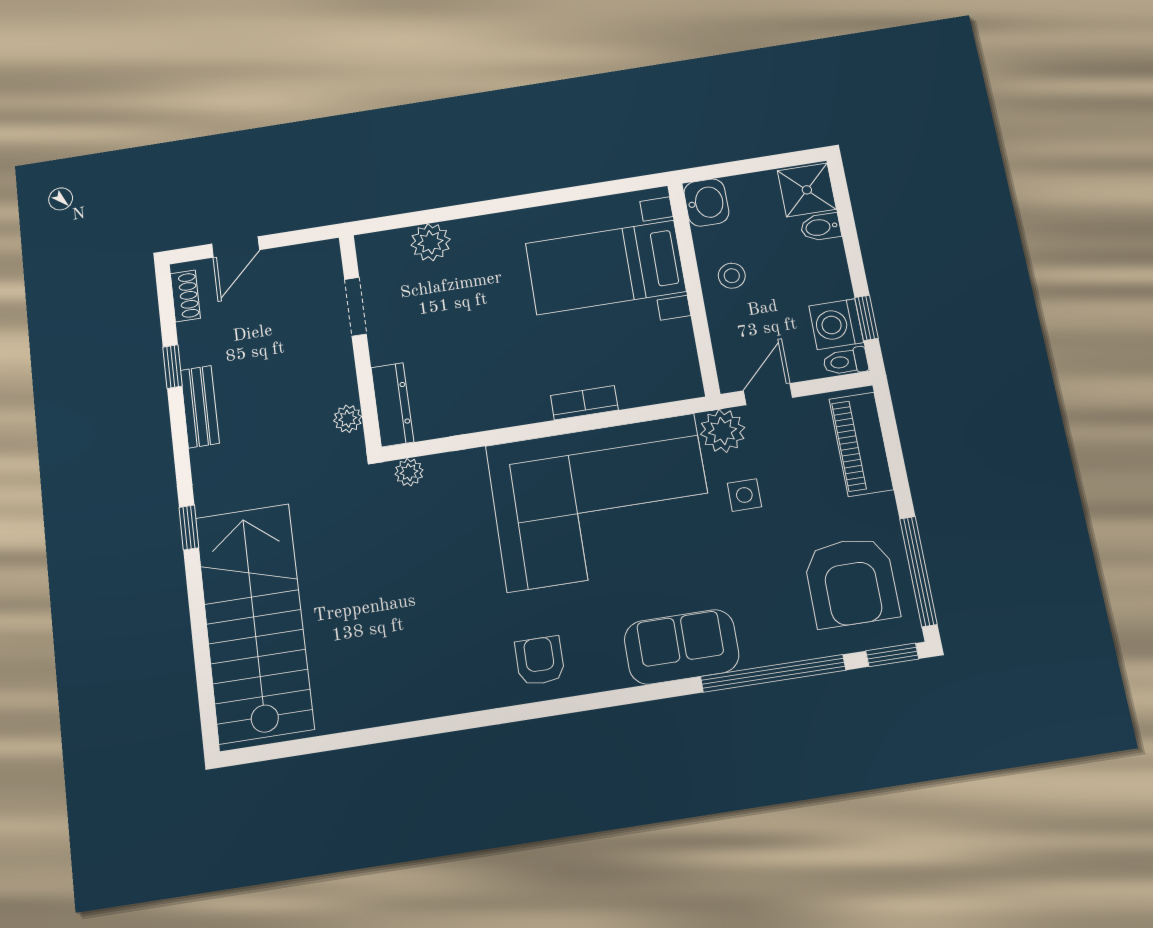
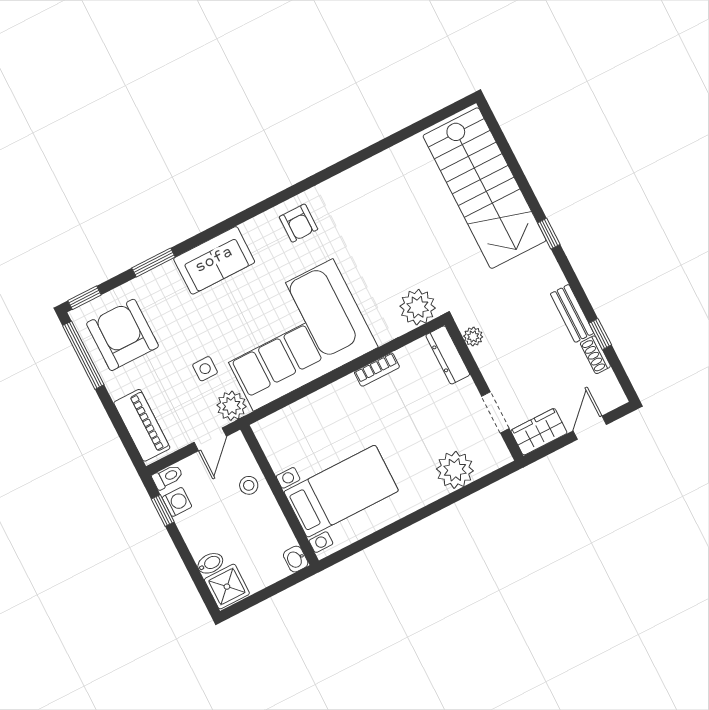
washbasin: (706, 203) -> (296, 559), width x0.72, depth x0.69
plant: (431, 242) -> (455, 470), width x1.36, depth x1.36
wardrobe: (306, 263) -> (539, 432), added
stool: (732, 276) -> (249, 485), moved
shoe rack: (185, 296) -> (595, 355), moved
washing machine: (836, 324) -> (177, 502), width x0.73, depth x0.73
bookcase: (584, 403) -> (377, 370), moved
plant: (409, 472) -> (418, 307), width x1.87, depth x1.87
window: (773, 673) -> (153, 262), width x0.47

